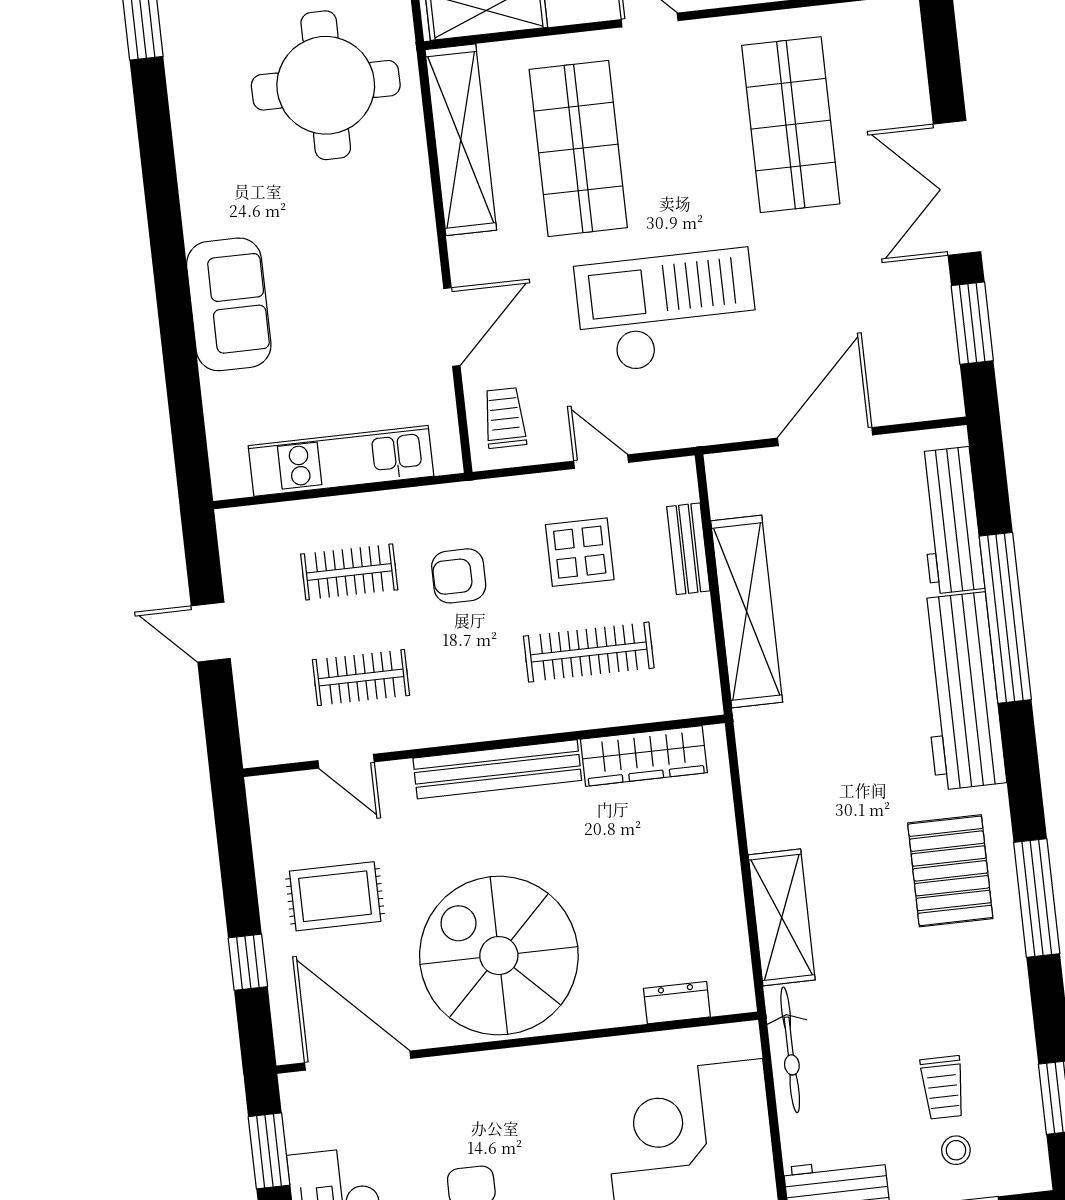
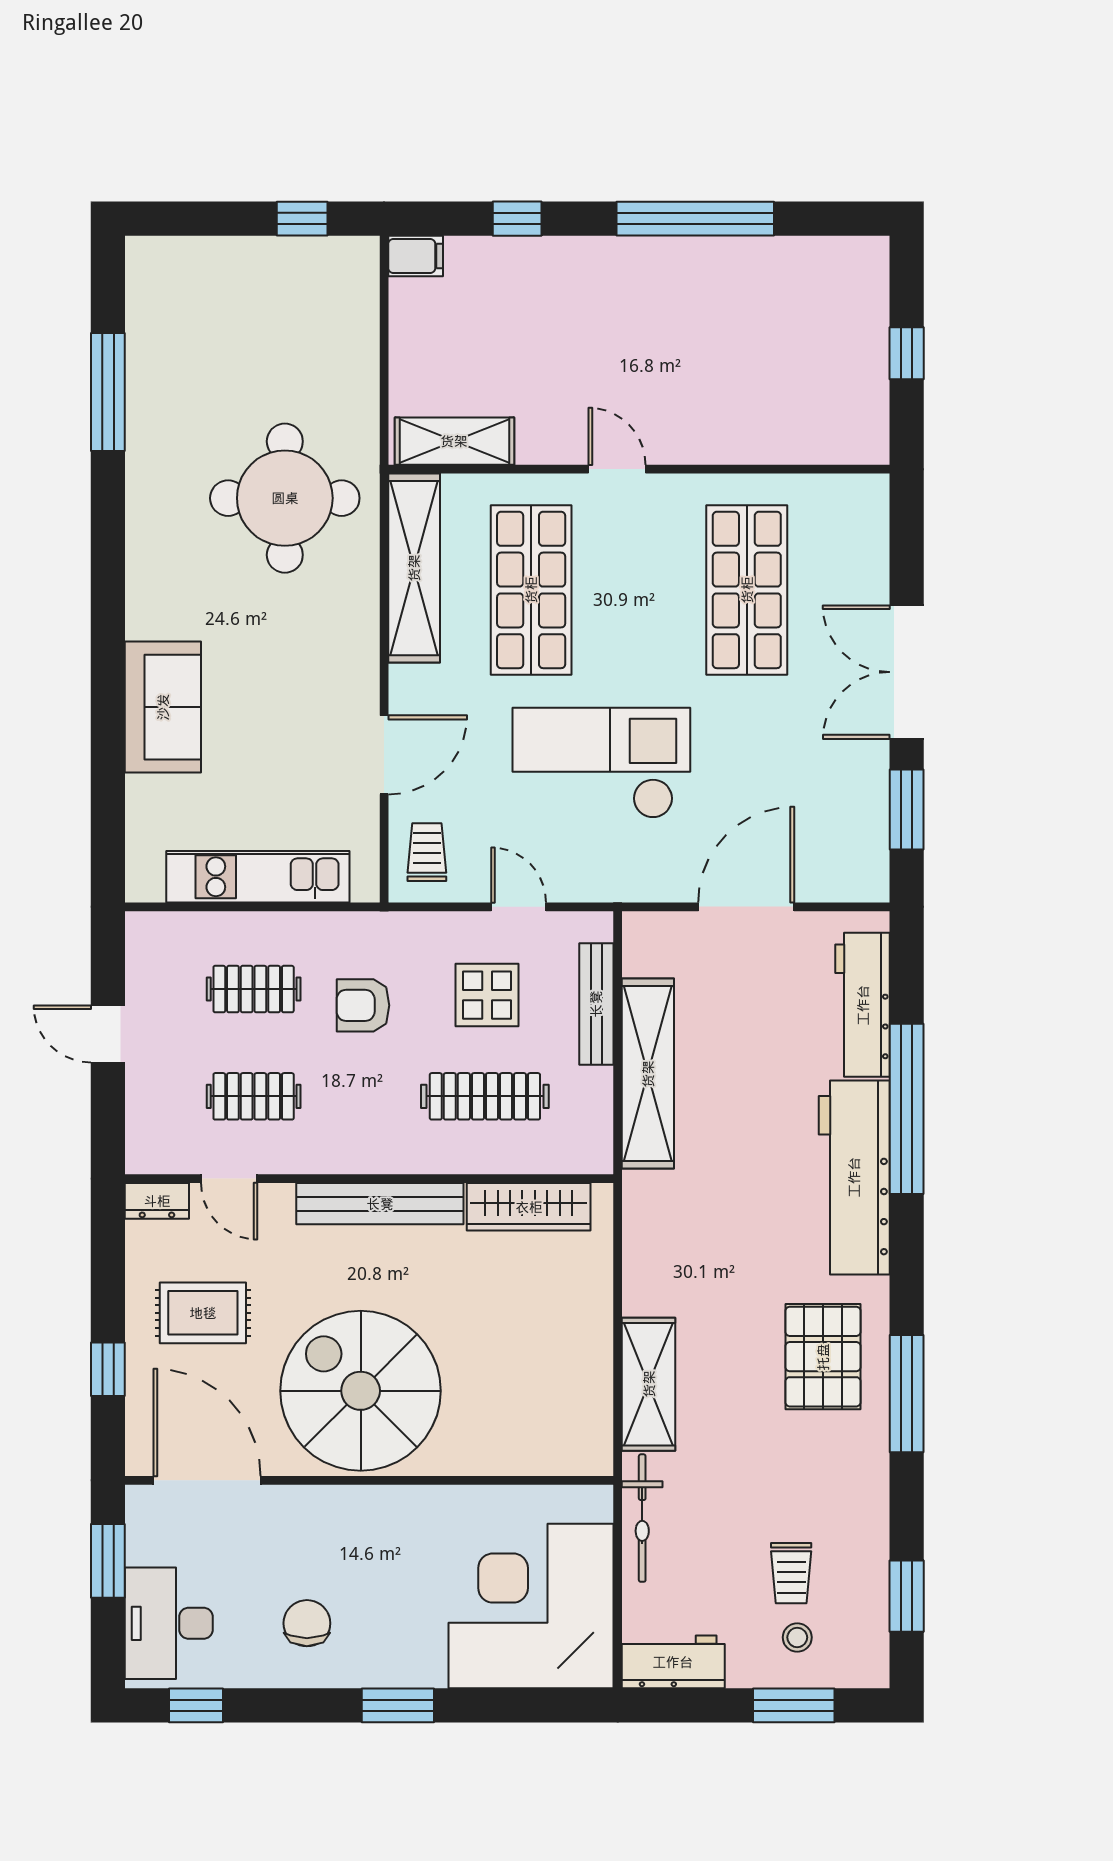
bench: (688, 549) -> (596, 1004), width x1.36
dresser: (677, 1003) -> (157, 1201), moved, turned 180

